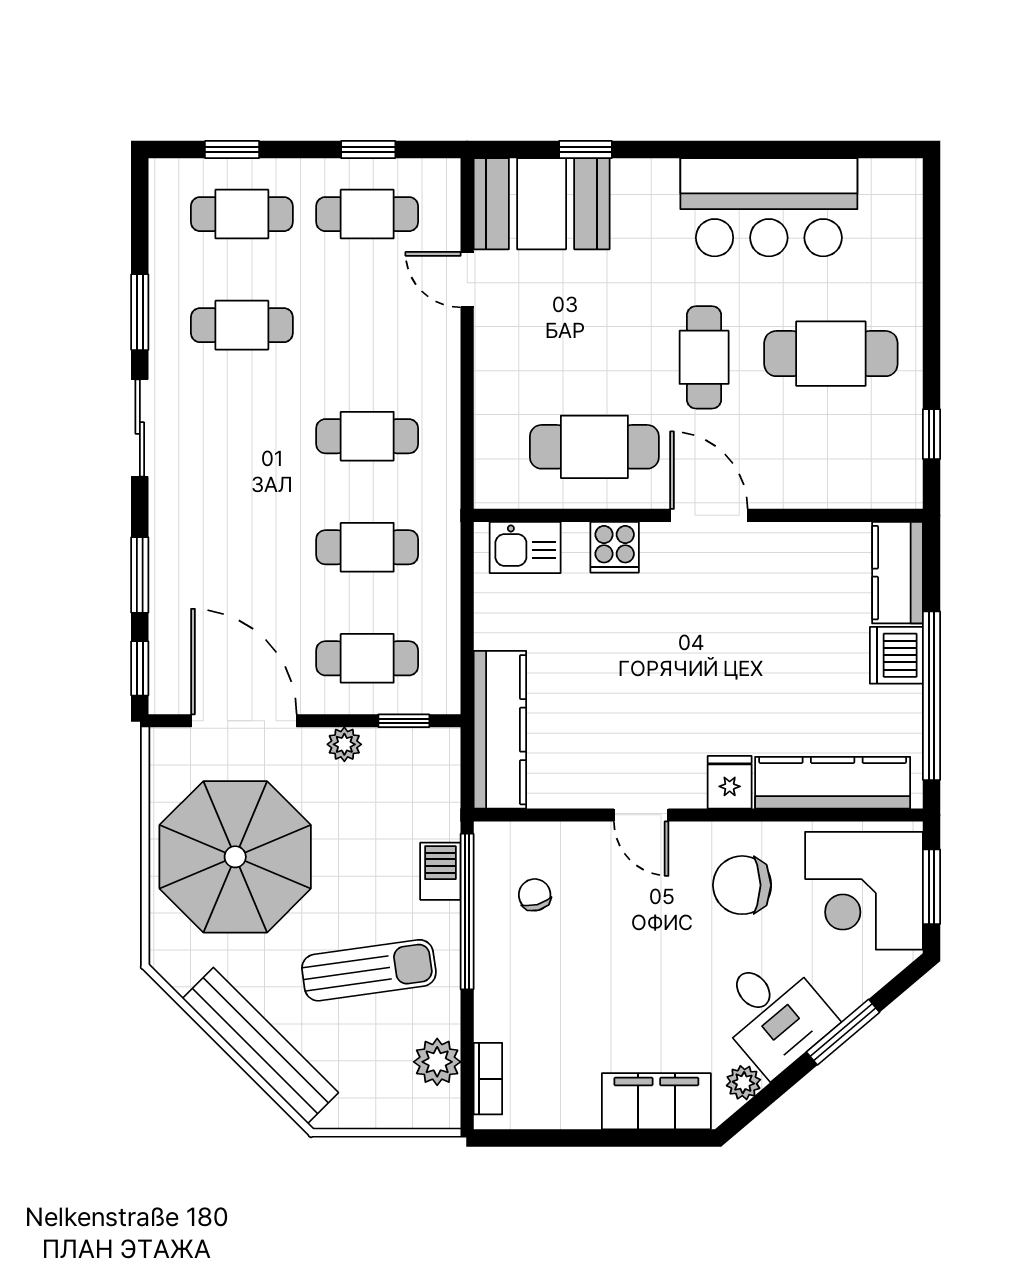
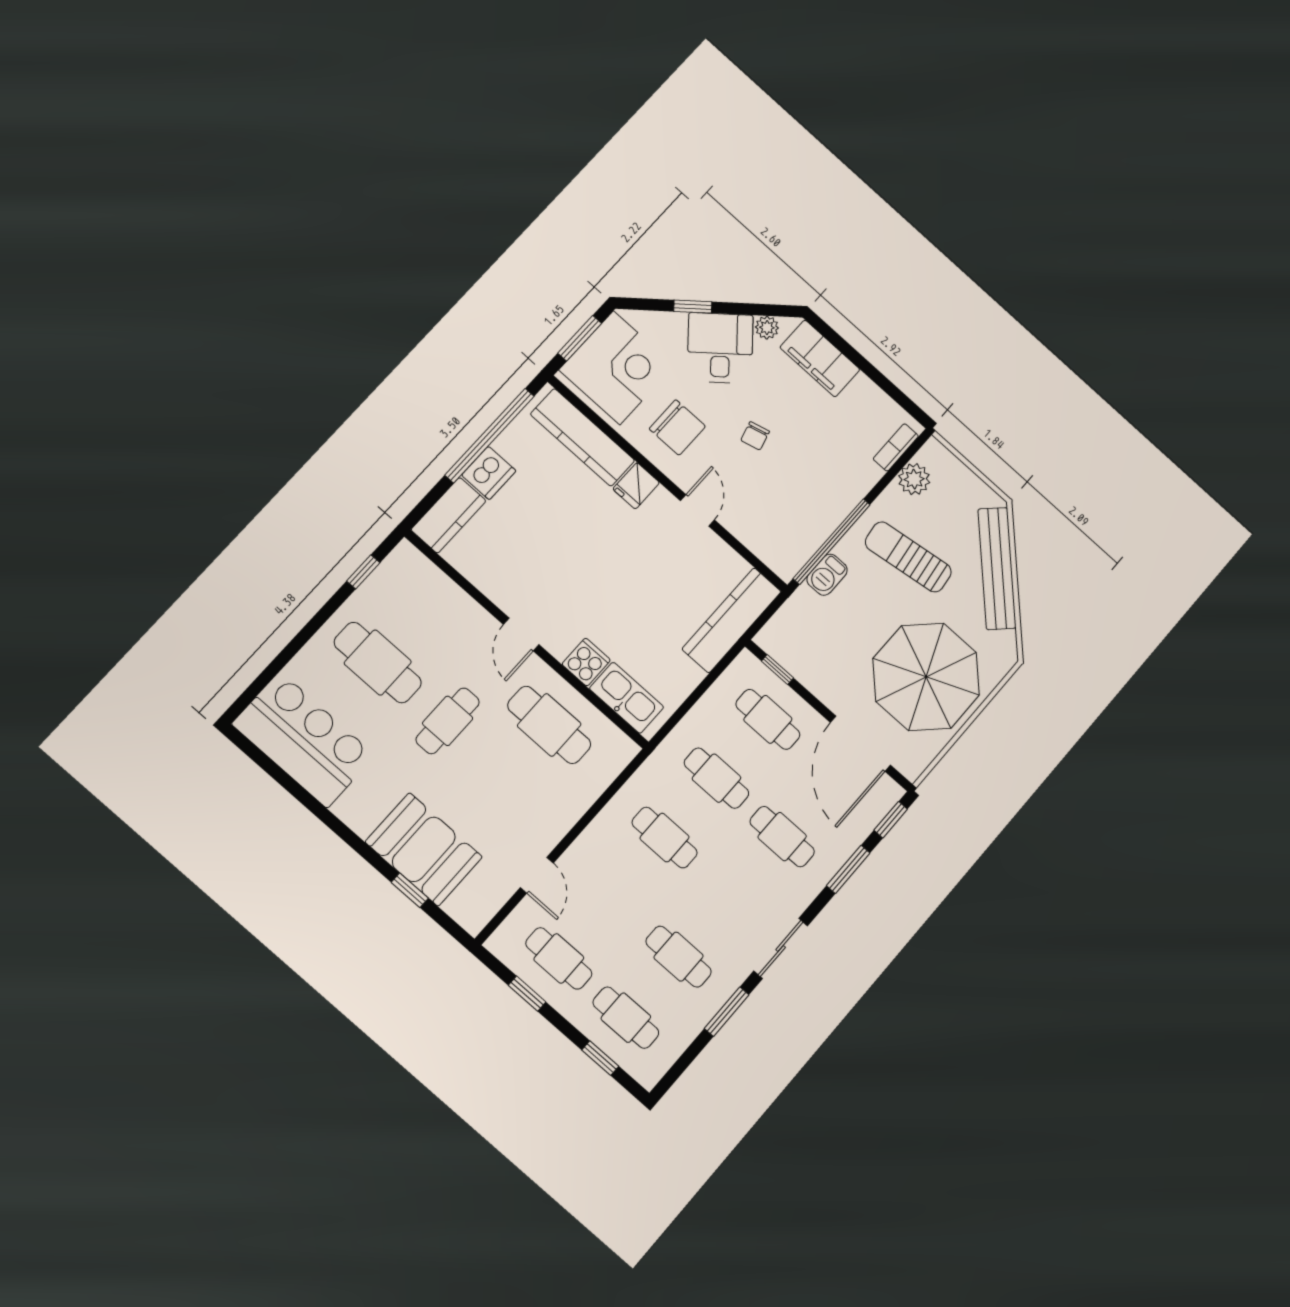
booth: (542, 204) -> (424, 849), moved
bar counter: (769, 207) -> (304, 740), moved
door: (709, 515) -> (521, 634), width x0.73
cafe table: (242, 547) -> (782, 837), added
kitchen sink: (525, 547) -> (627, 698), width x1.38
plant: (344, 744) -> (819, 685), removed
chair: (535, 895) -> (755, 436), moved
window: (843, 1032) -> (693, 307), width x0.67

